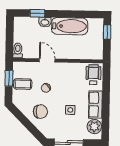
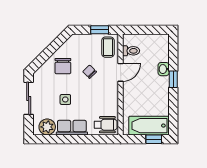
window: (37, 13) -> (173, 79), moved
bathtub: (70, 26) -> (149, 126), moved, turned 90
toilet: (18, 50) -> (131, 51), moved
coffee table: (23, 84) -> (108, 47), moved

